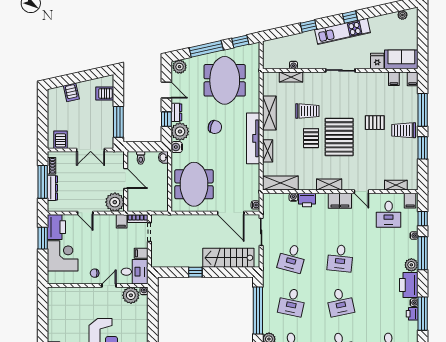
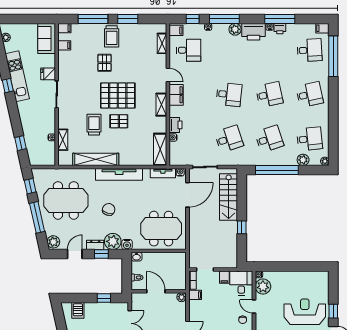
window: (309, 26) -> (21, 143), moved
kitchen unit: (343, 31) -> (17, 76), moved
fridge: (377, 61) -> (48, 74), moved
shelving: (269, 113) -> (96, 159), width x1.47
window: (118, 122) -> (104, 298), width x0.46
shelving: (268, 151) -> (131, 161), removed
door: (126, 179) -> (156, 291), hinge flipped
tv unit: (255, 186) -> (163, 173), added
door: (361, 192) -> (168, 75), hinge flipped
plant: (115, 202) -> (182, 297), width x0.53, depth x0.53
desk: (292, 258) -> (229, 139), turned -33
desk: (292, 302) -> (269, 139), turned -30

